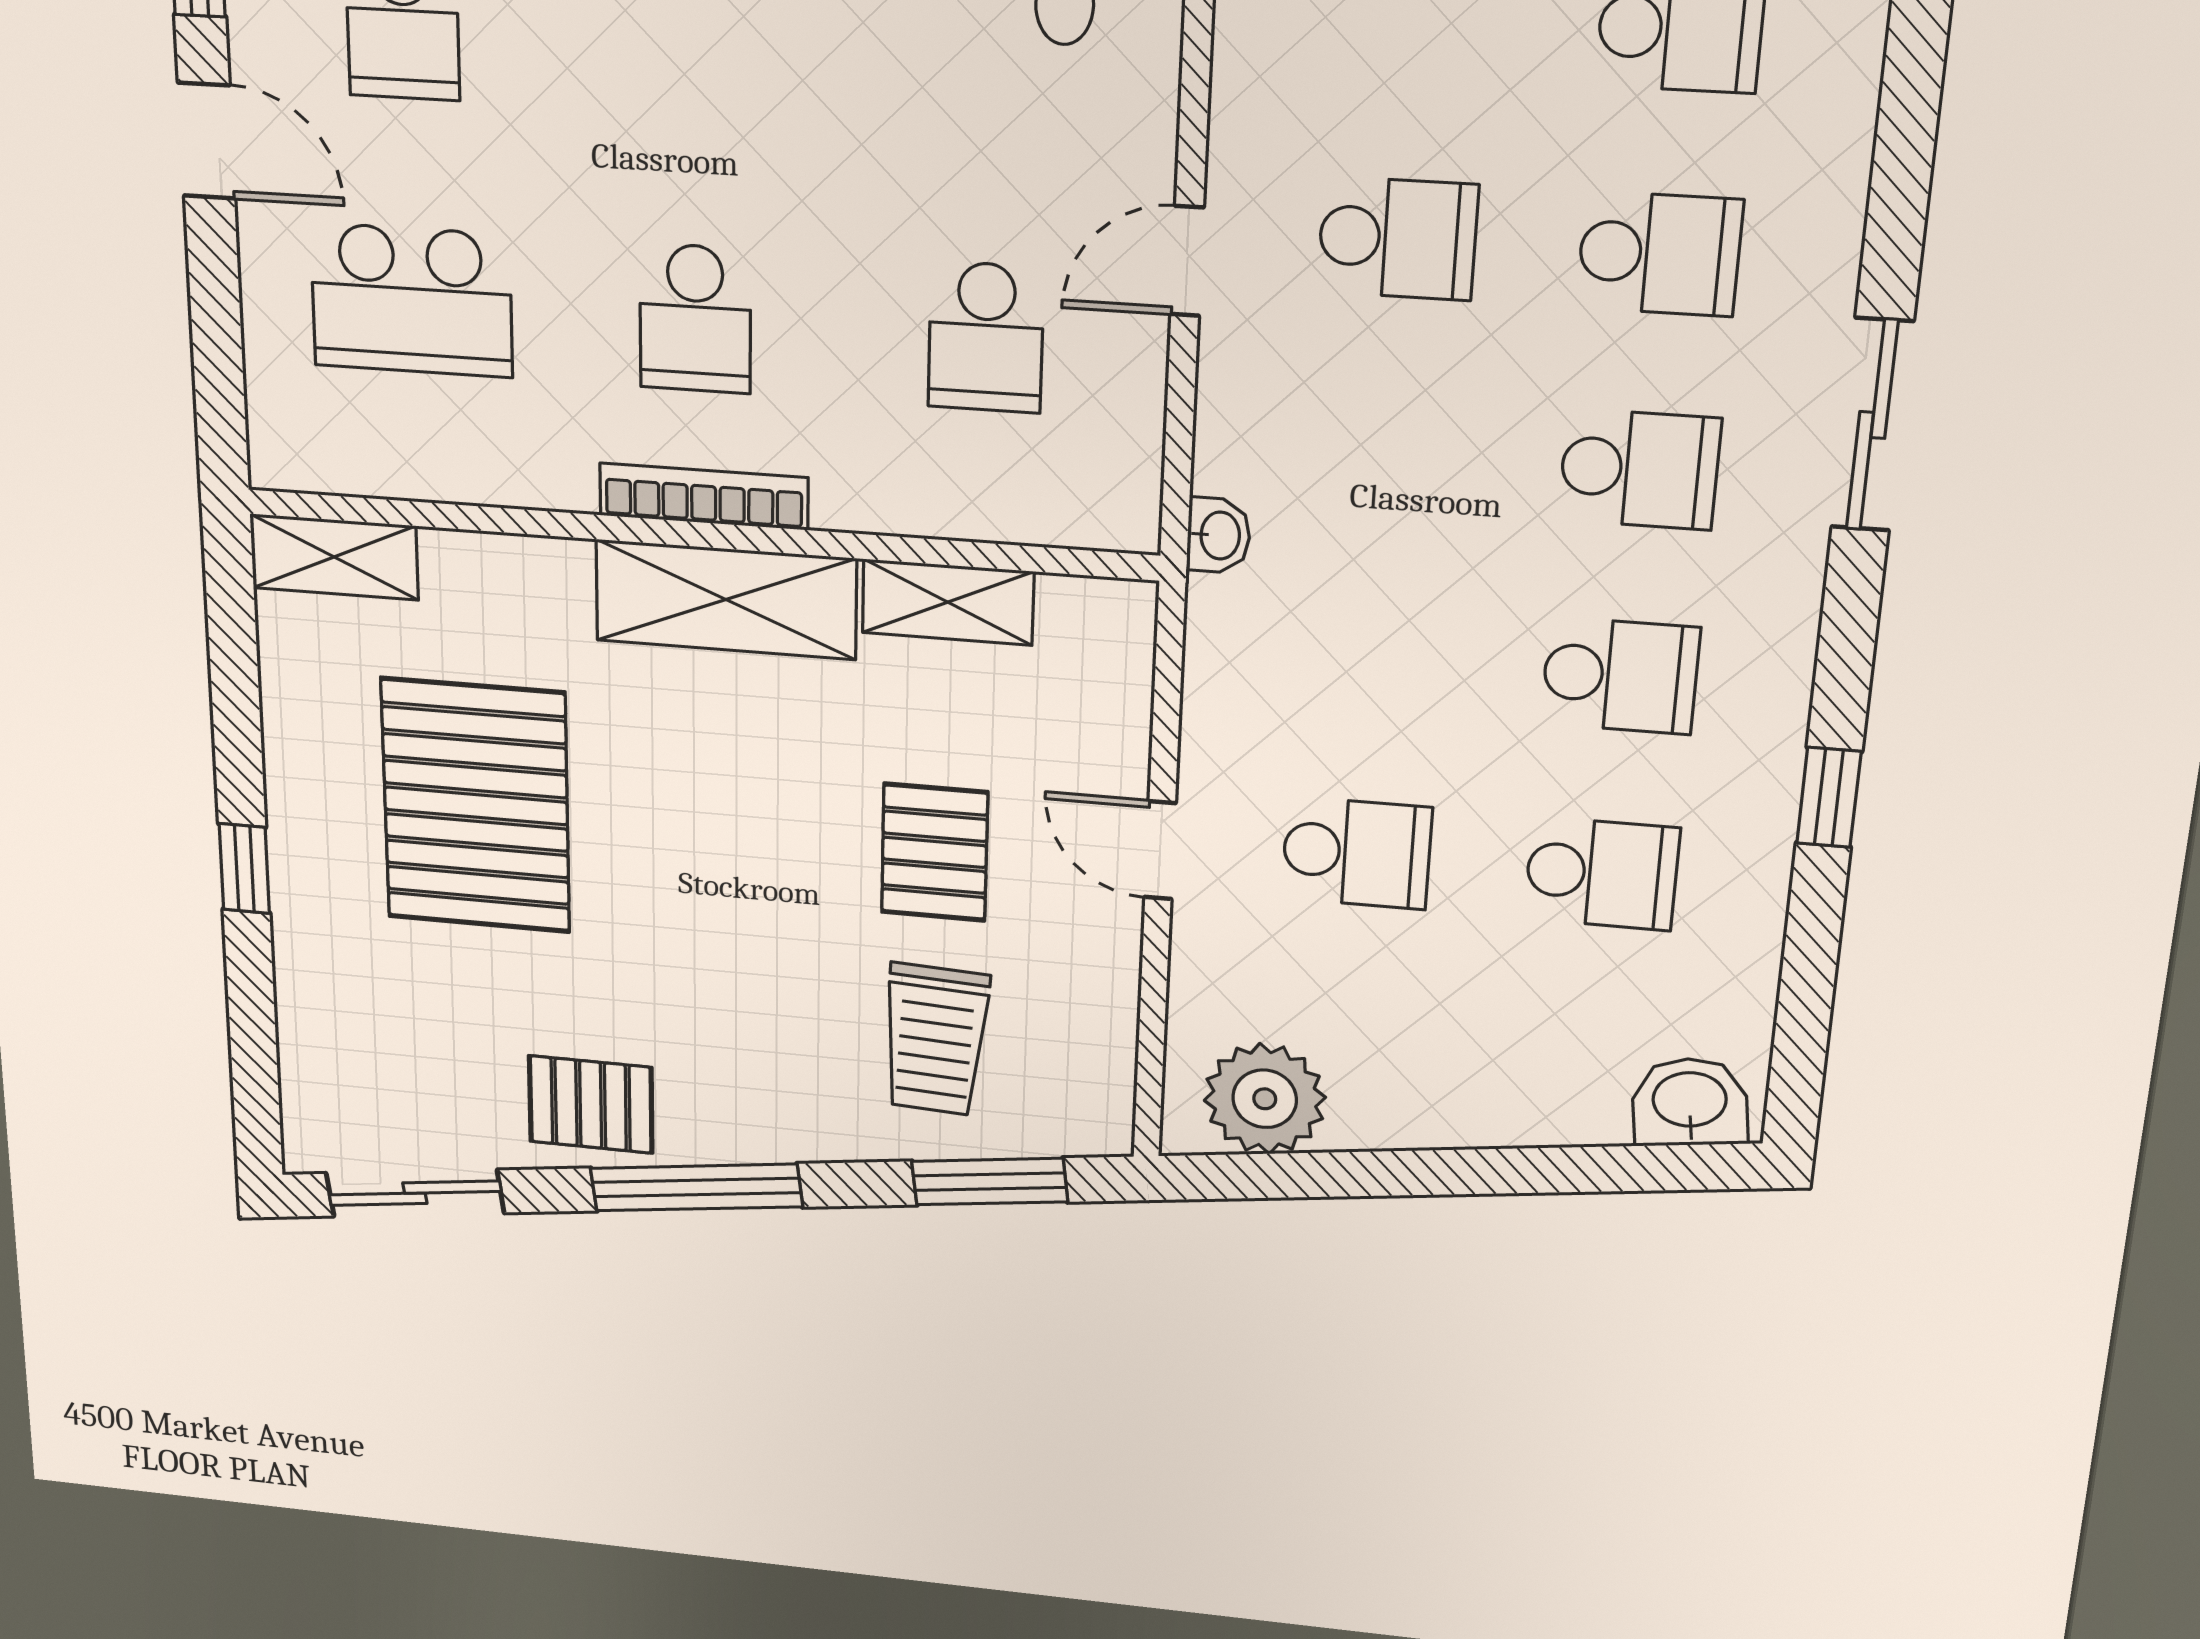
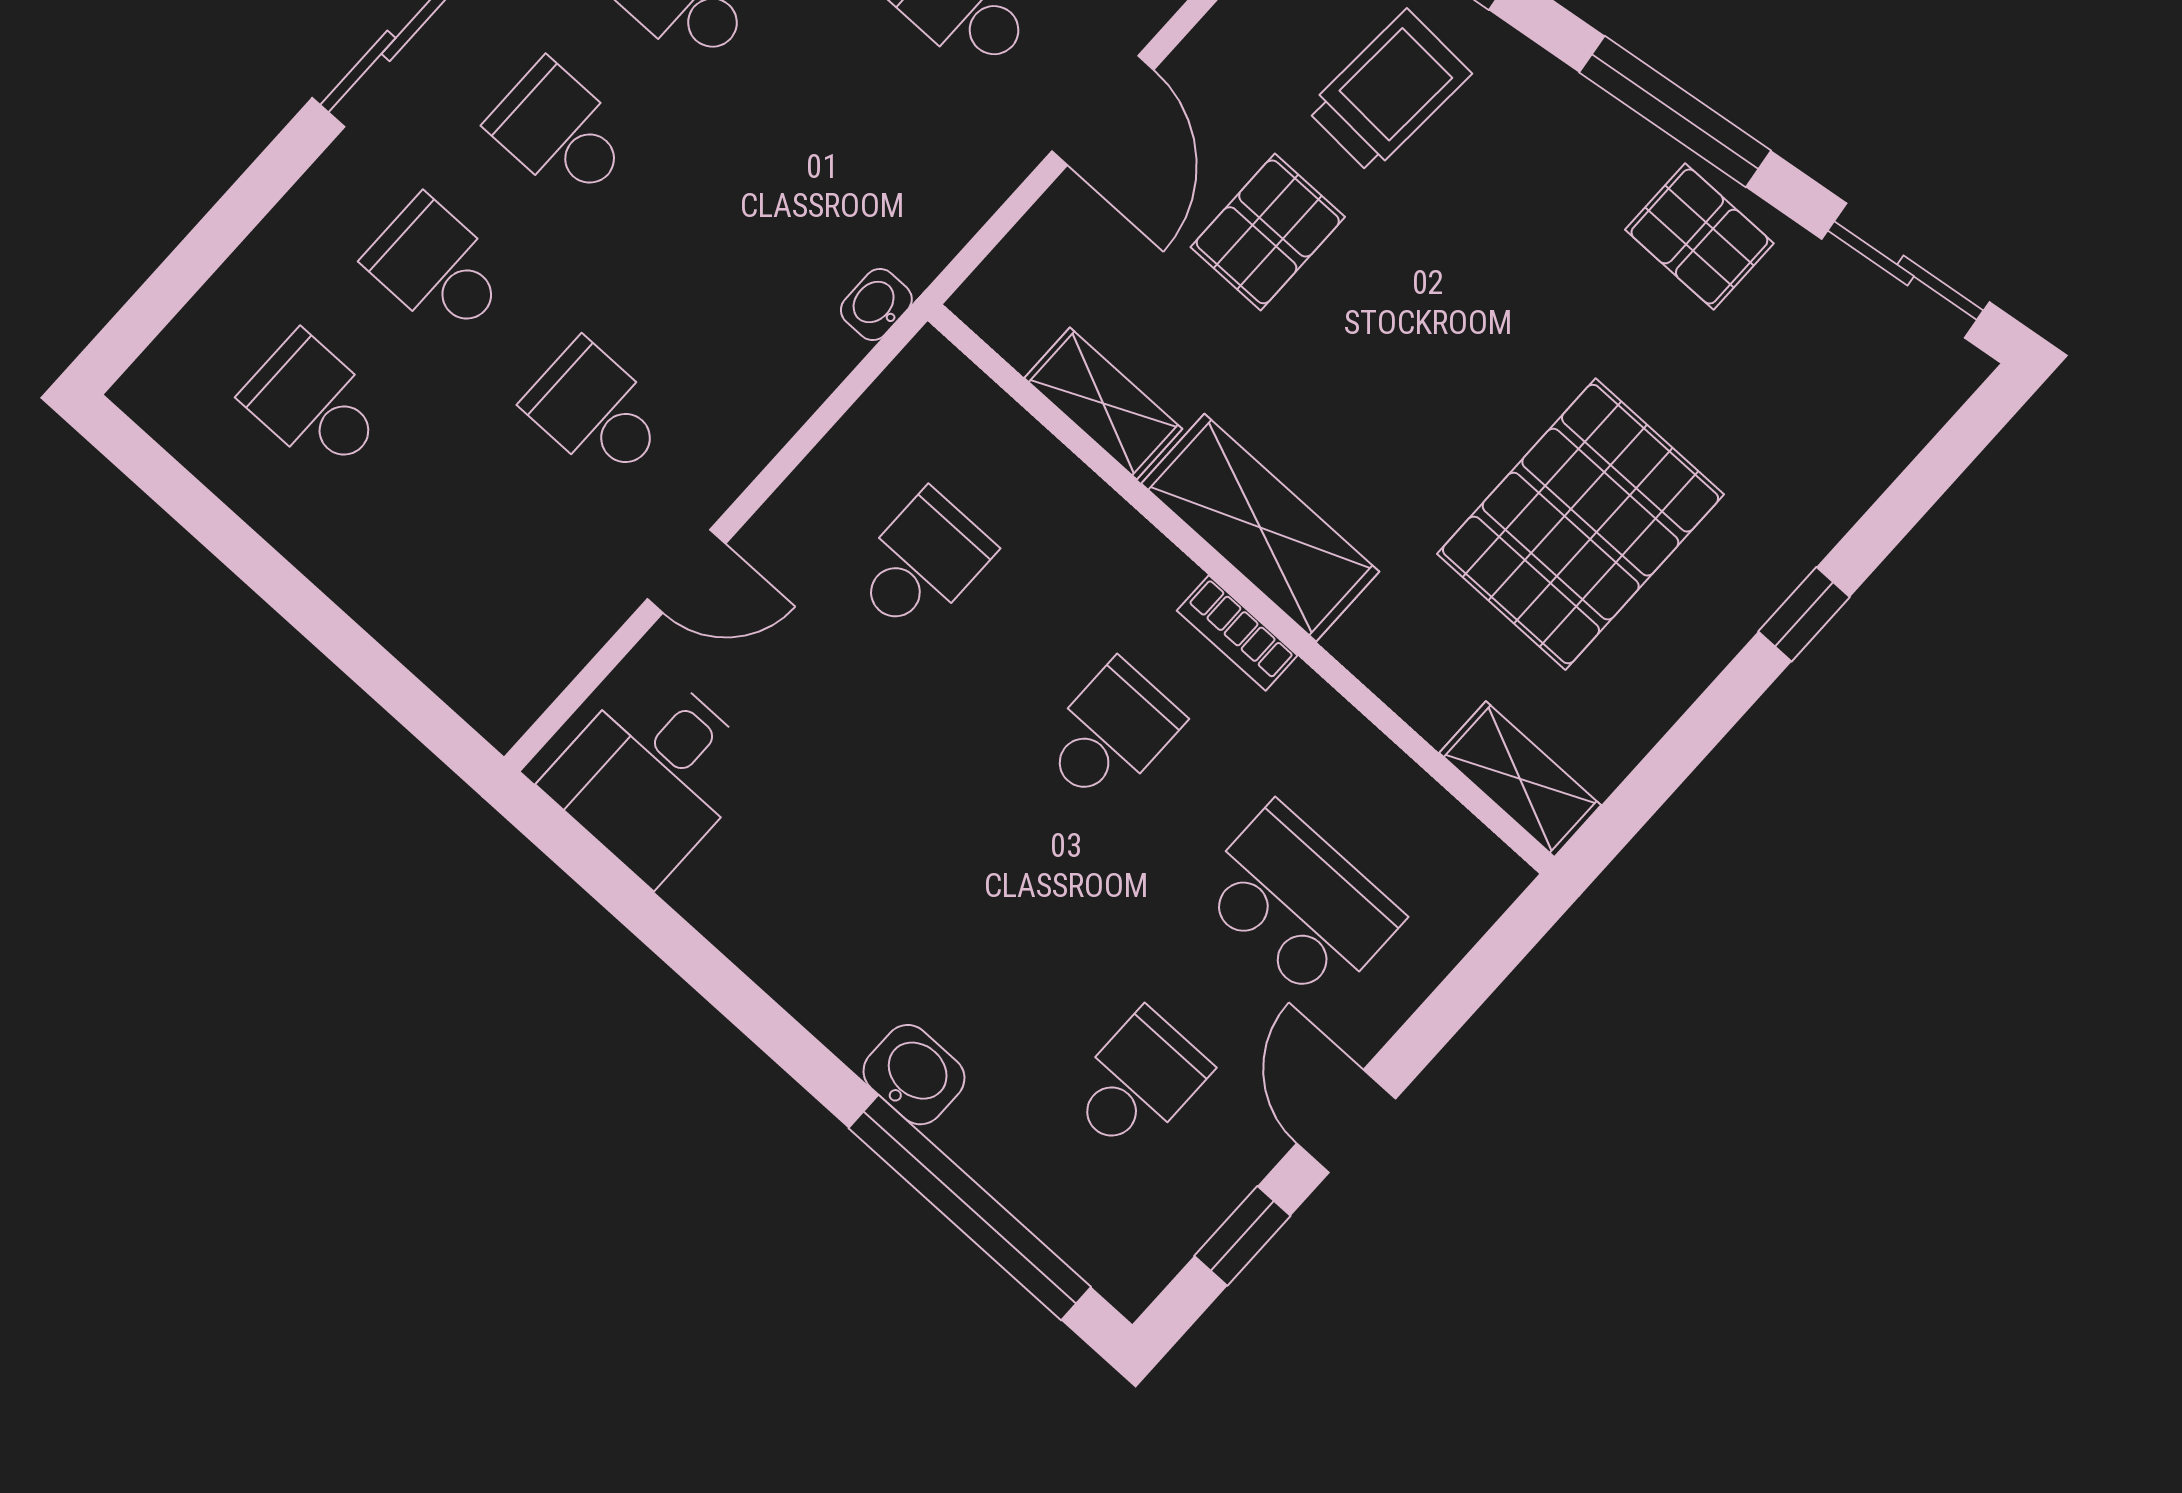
door: (1187, 261) -> (686, 571), moved
bookcase: (704, 496) -> (1237, 633), width x0.64
door: (1160, 850) -> (1103, 110), width x1.38

